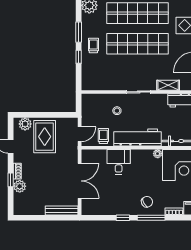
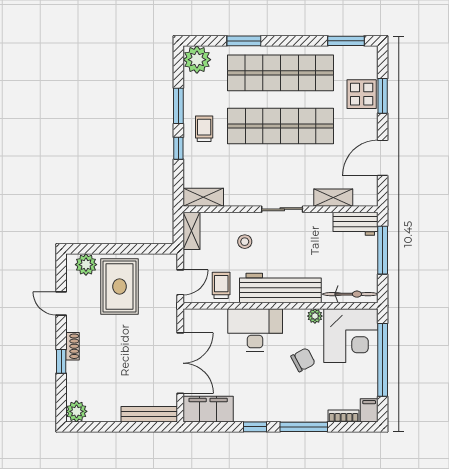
shelving: (93, 85) -> (203, 197), added
shelving: (86, 104) -> (191, 231), added
desk: (119, 162) -> (255, 330), width x1.37
plant: (20, 186) -> (76, 411), moved
chair: (147, 202) -> (303, 360), moved
filing cabinet: (96, 208) -> (208, 409), added

